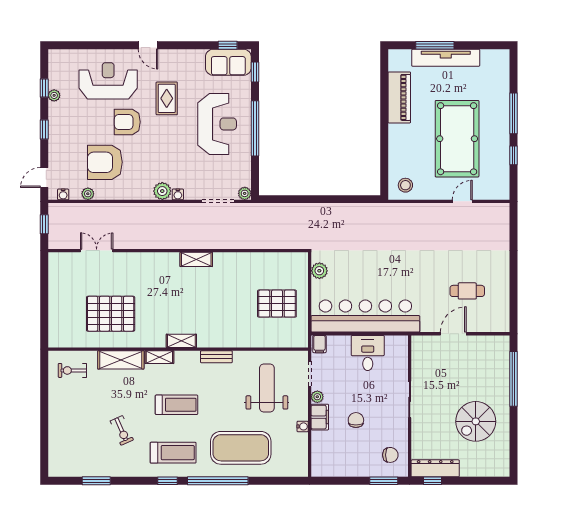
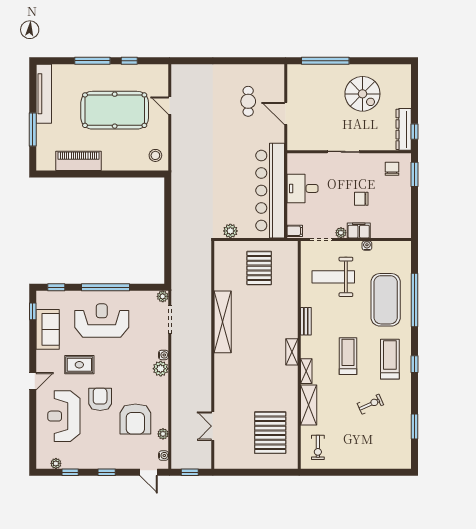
tv unit: (446, 58) -> (44, 94), moved
sofa: (228, 62) -> (48, 329), moved
plant: (54, 95) -> (56, 463), moved
armchair: (127, 122) -> (100, 399), turned 180
shelving: (196, 259) -> (223, 322), width x2.20, depth x1.33
pallet: (111, 314) -> (270, 433), moved
window: (218, 481) -> (415, 300), moved

